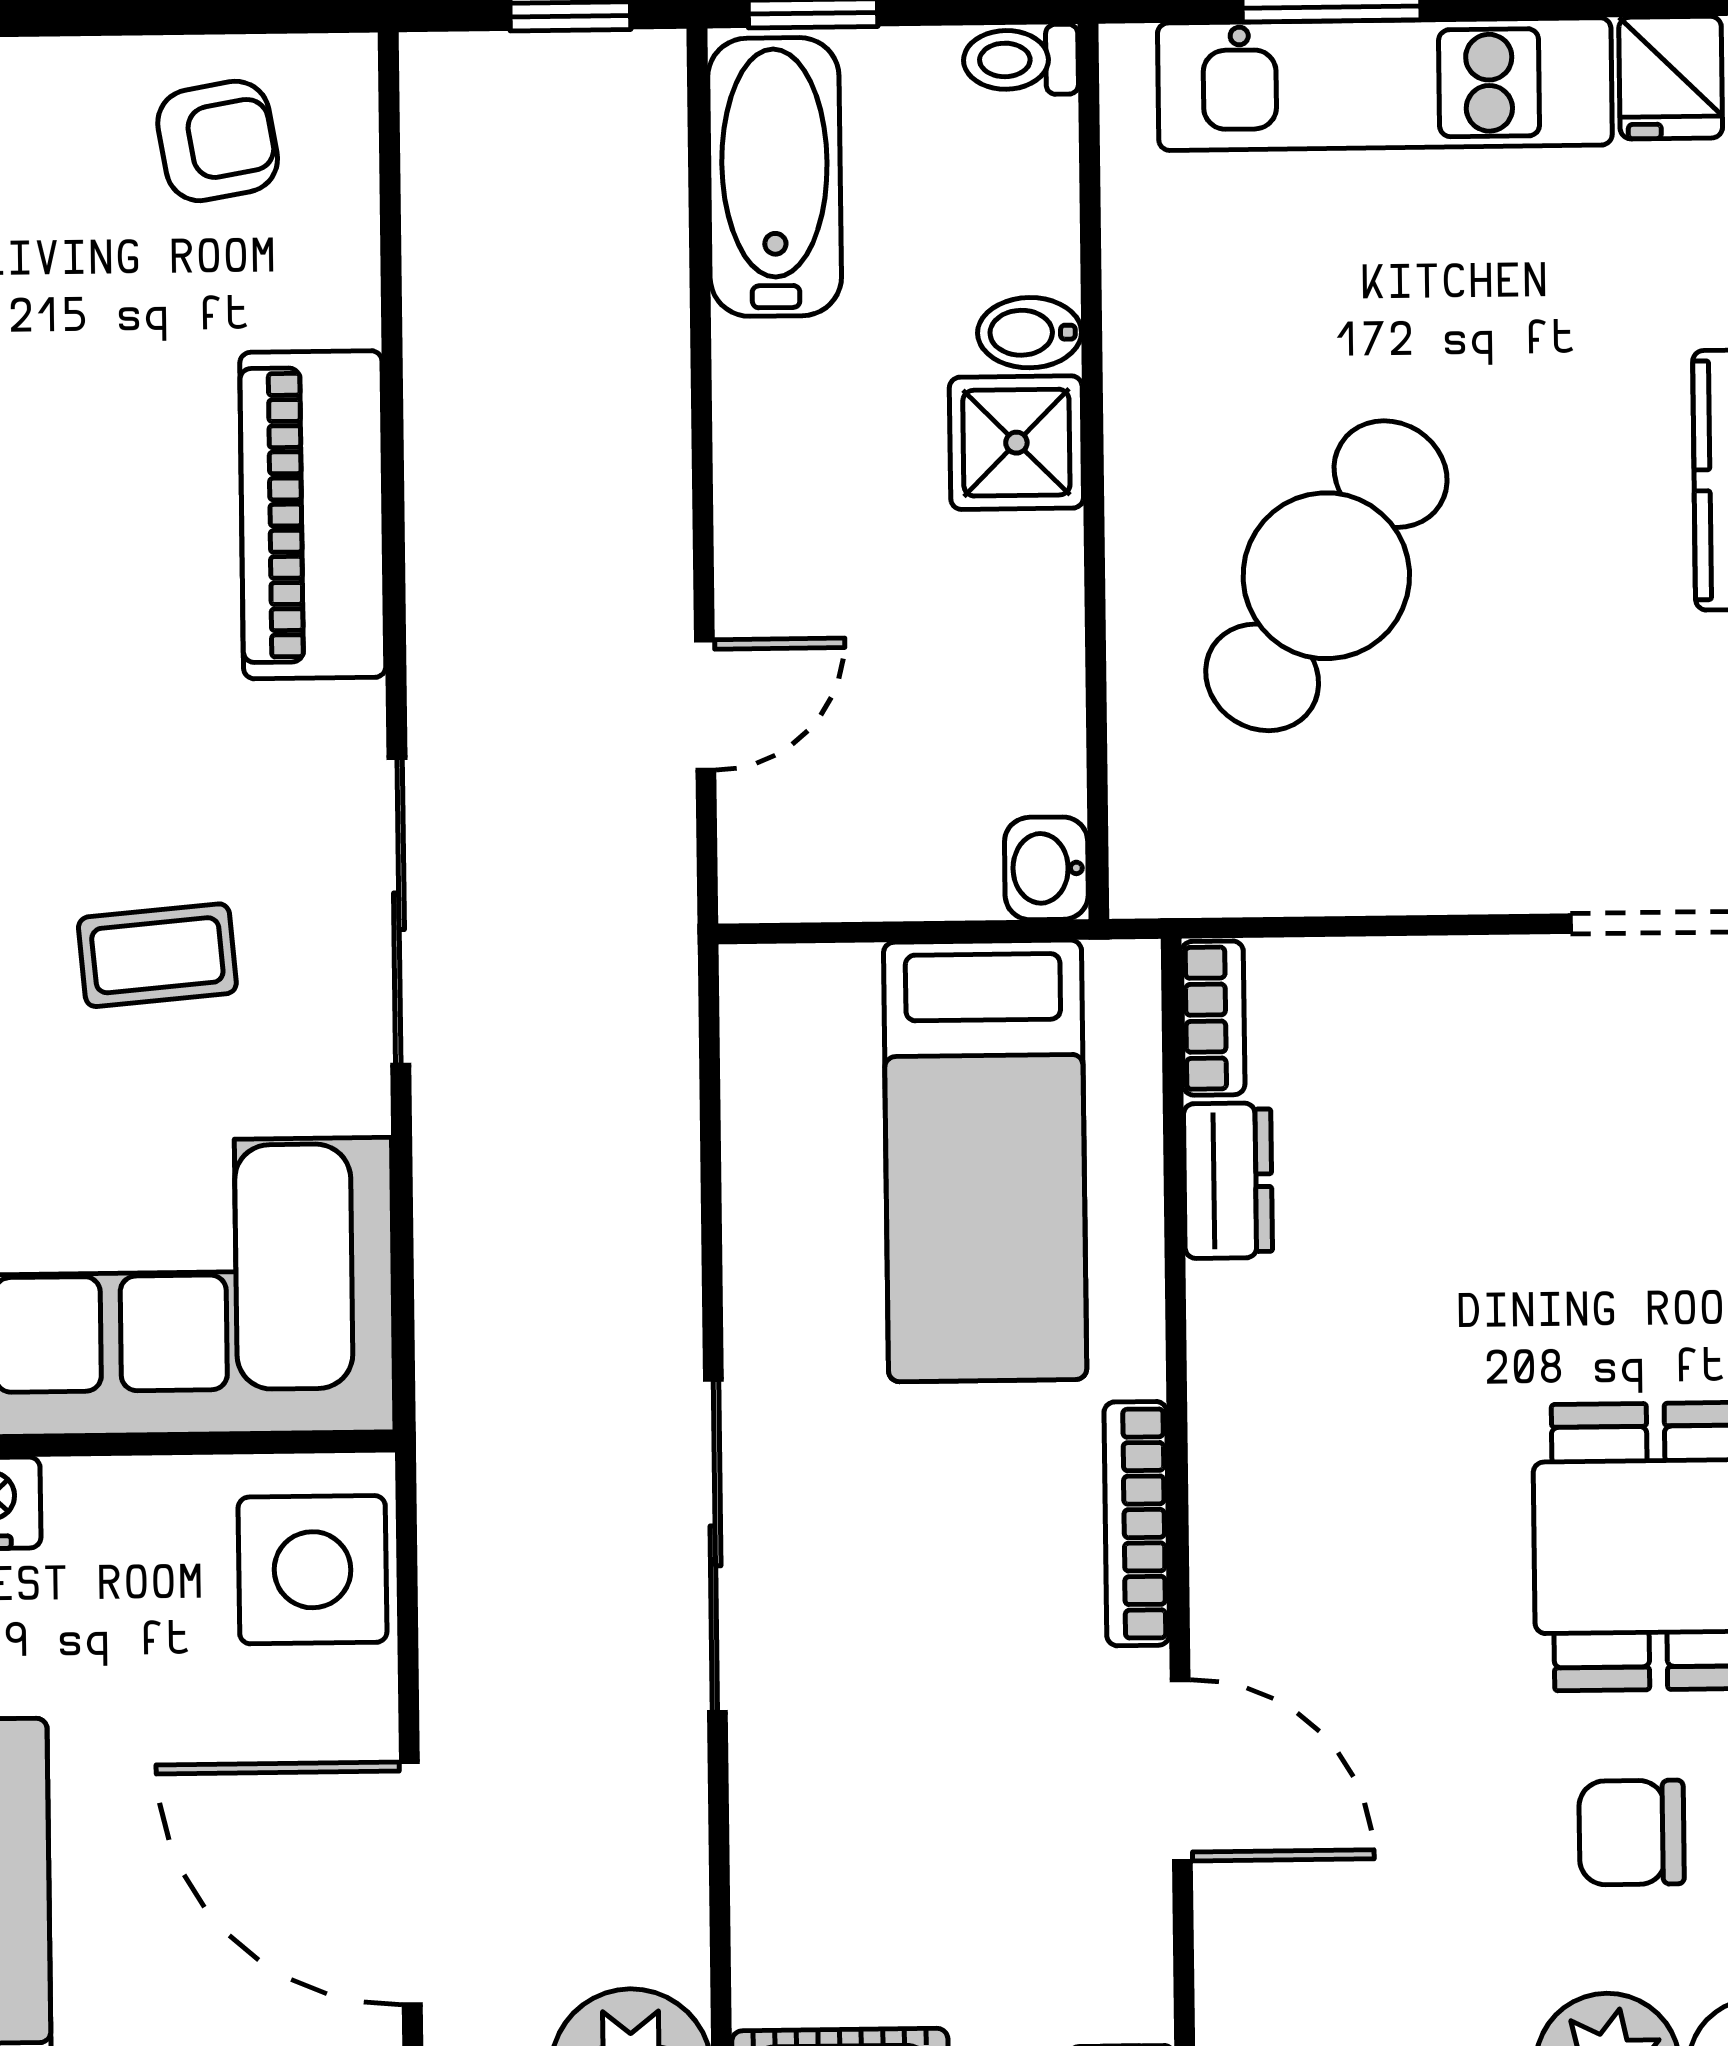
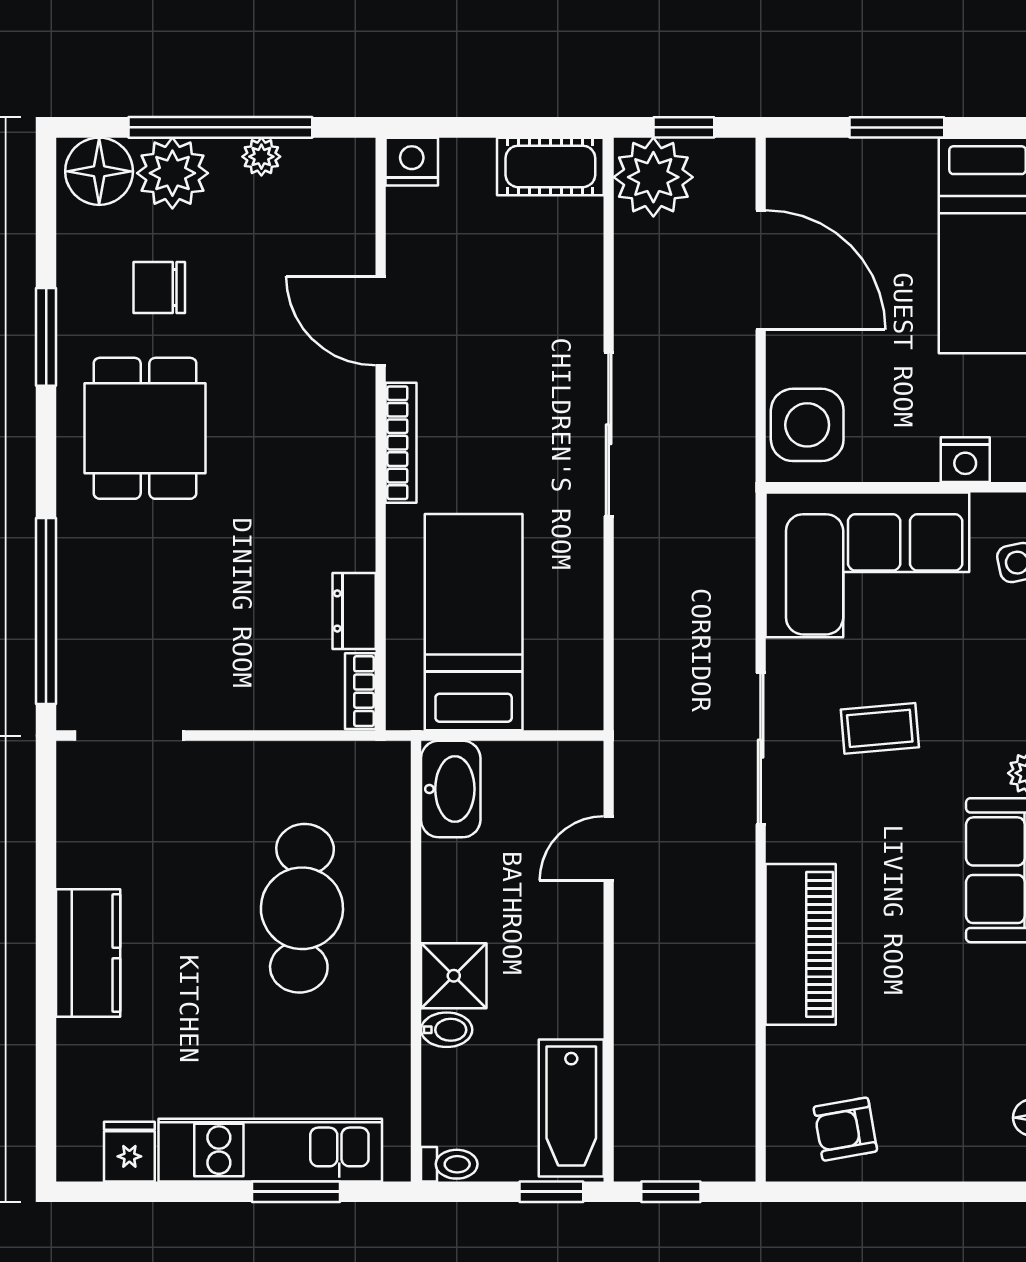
cafe table: (1326, 576) -> (302, 908), turned -30
washbasin: (1046, 868) -> (451, 789), width x1.91, depth x1.45
chair: (1632, 1833) -> (159, 288), turned 180

